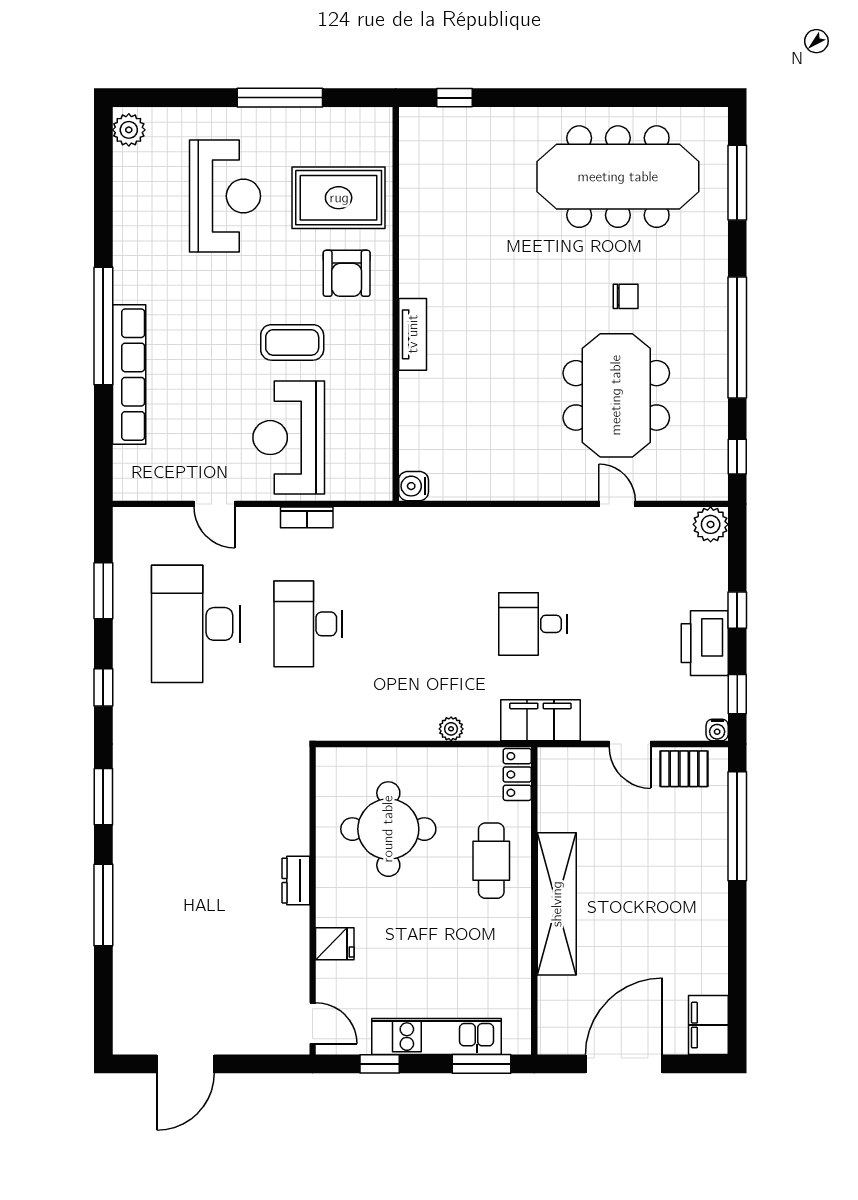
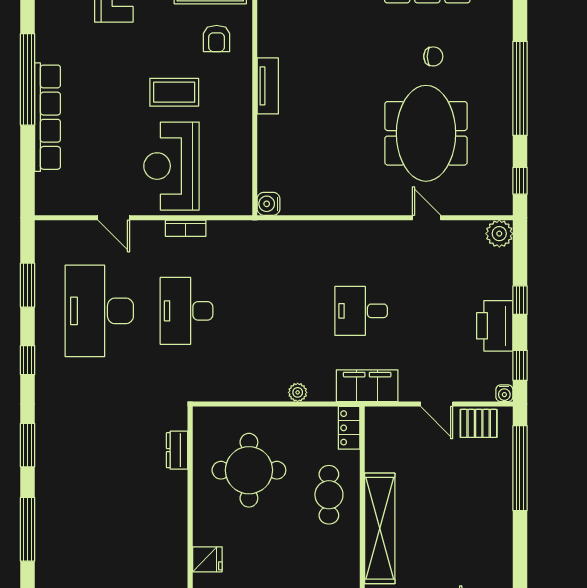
armchair: (347, 273) -> (217, 39), width x0.72, depth x0.72
dresser: (296, 881) -> (177, 450), moved

